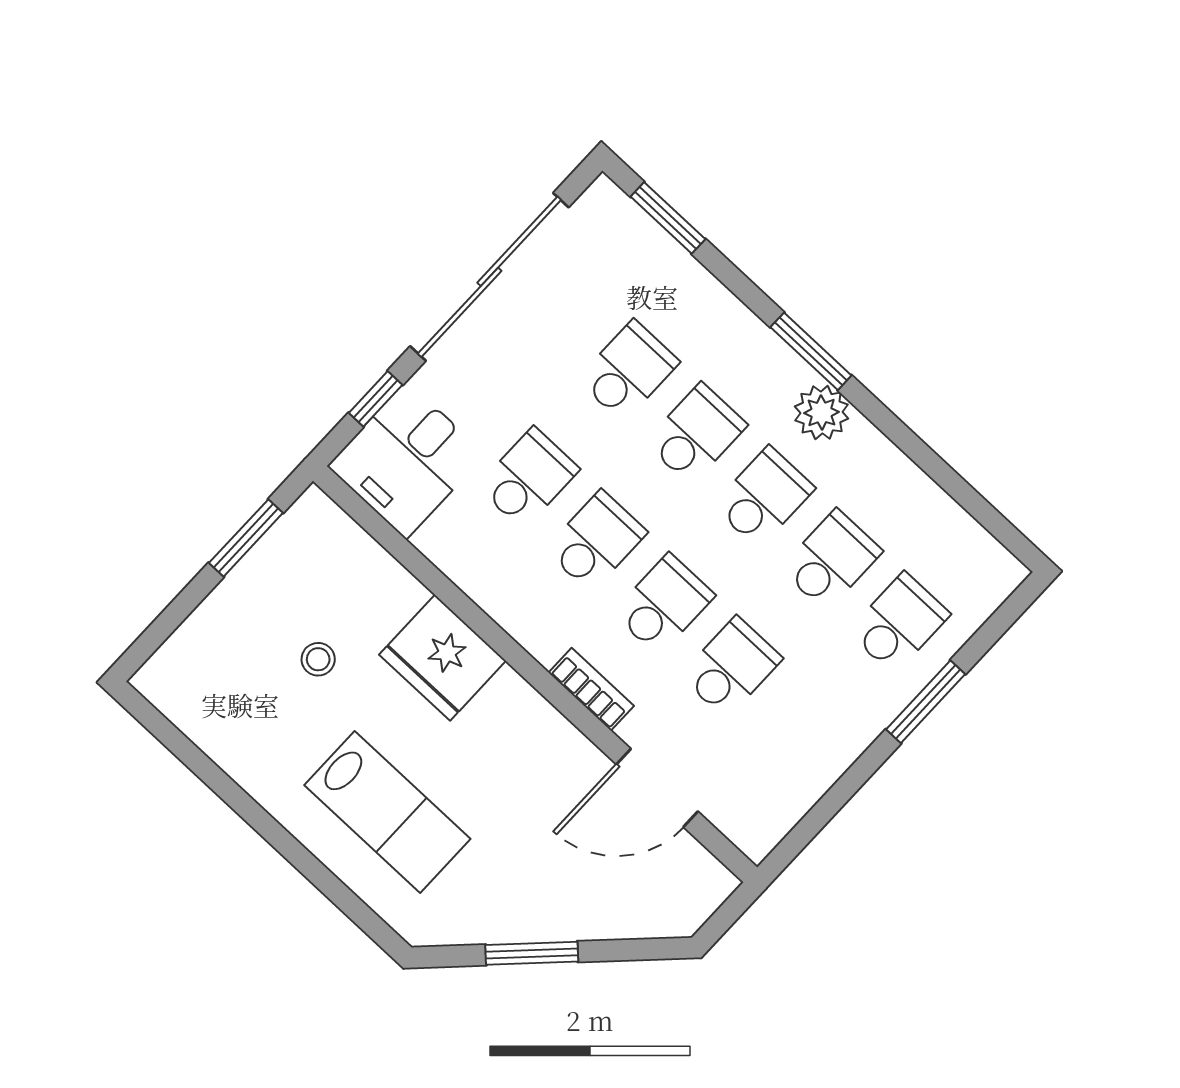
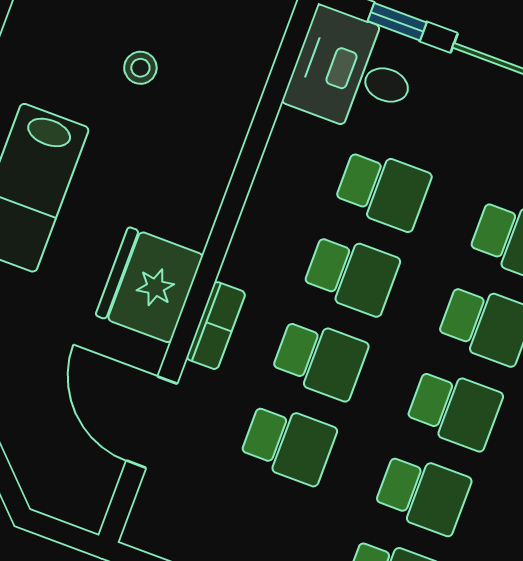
fridge: (443, 658) -> (149, 285), moved

